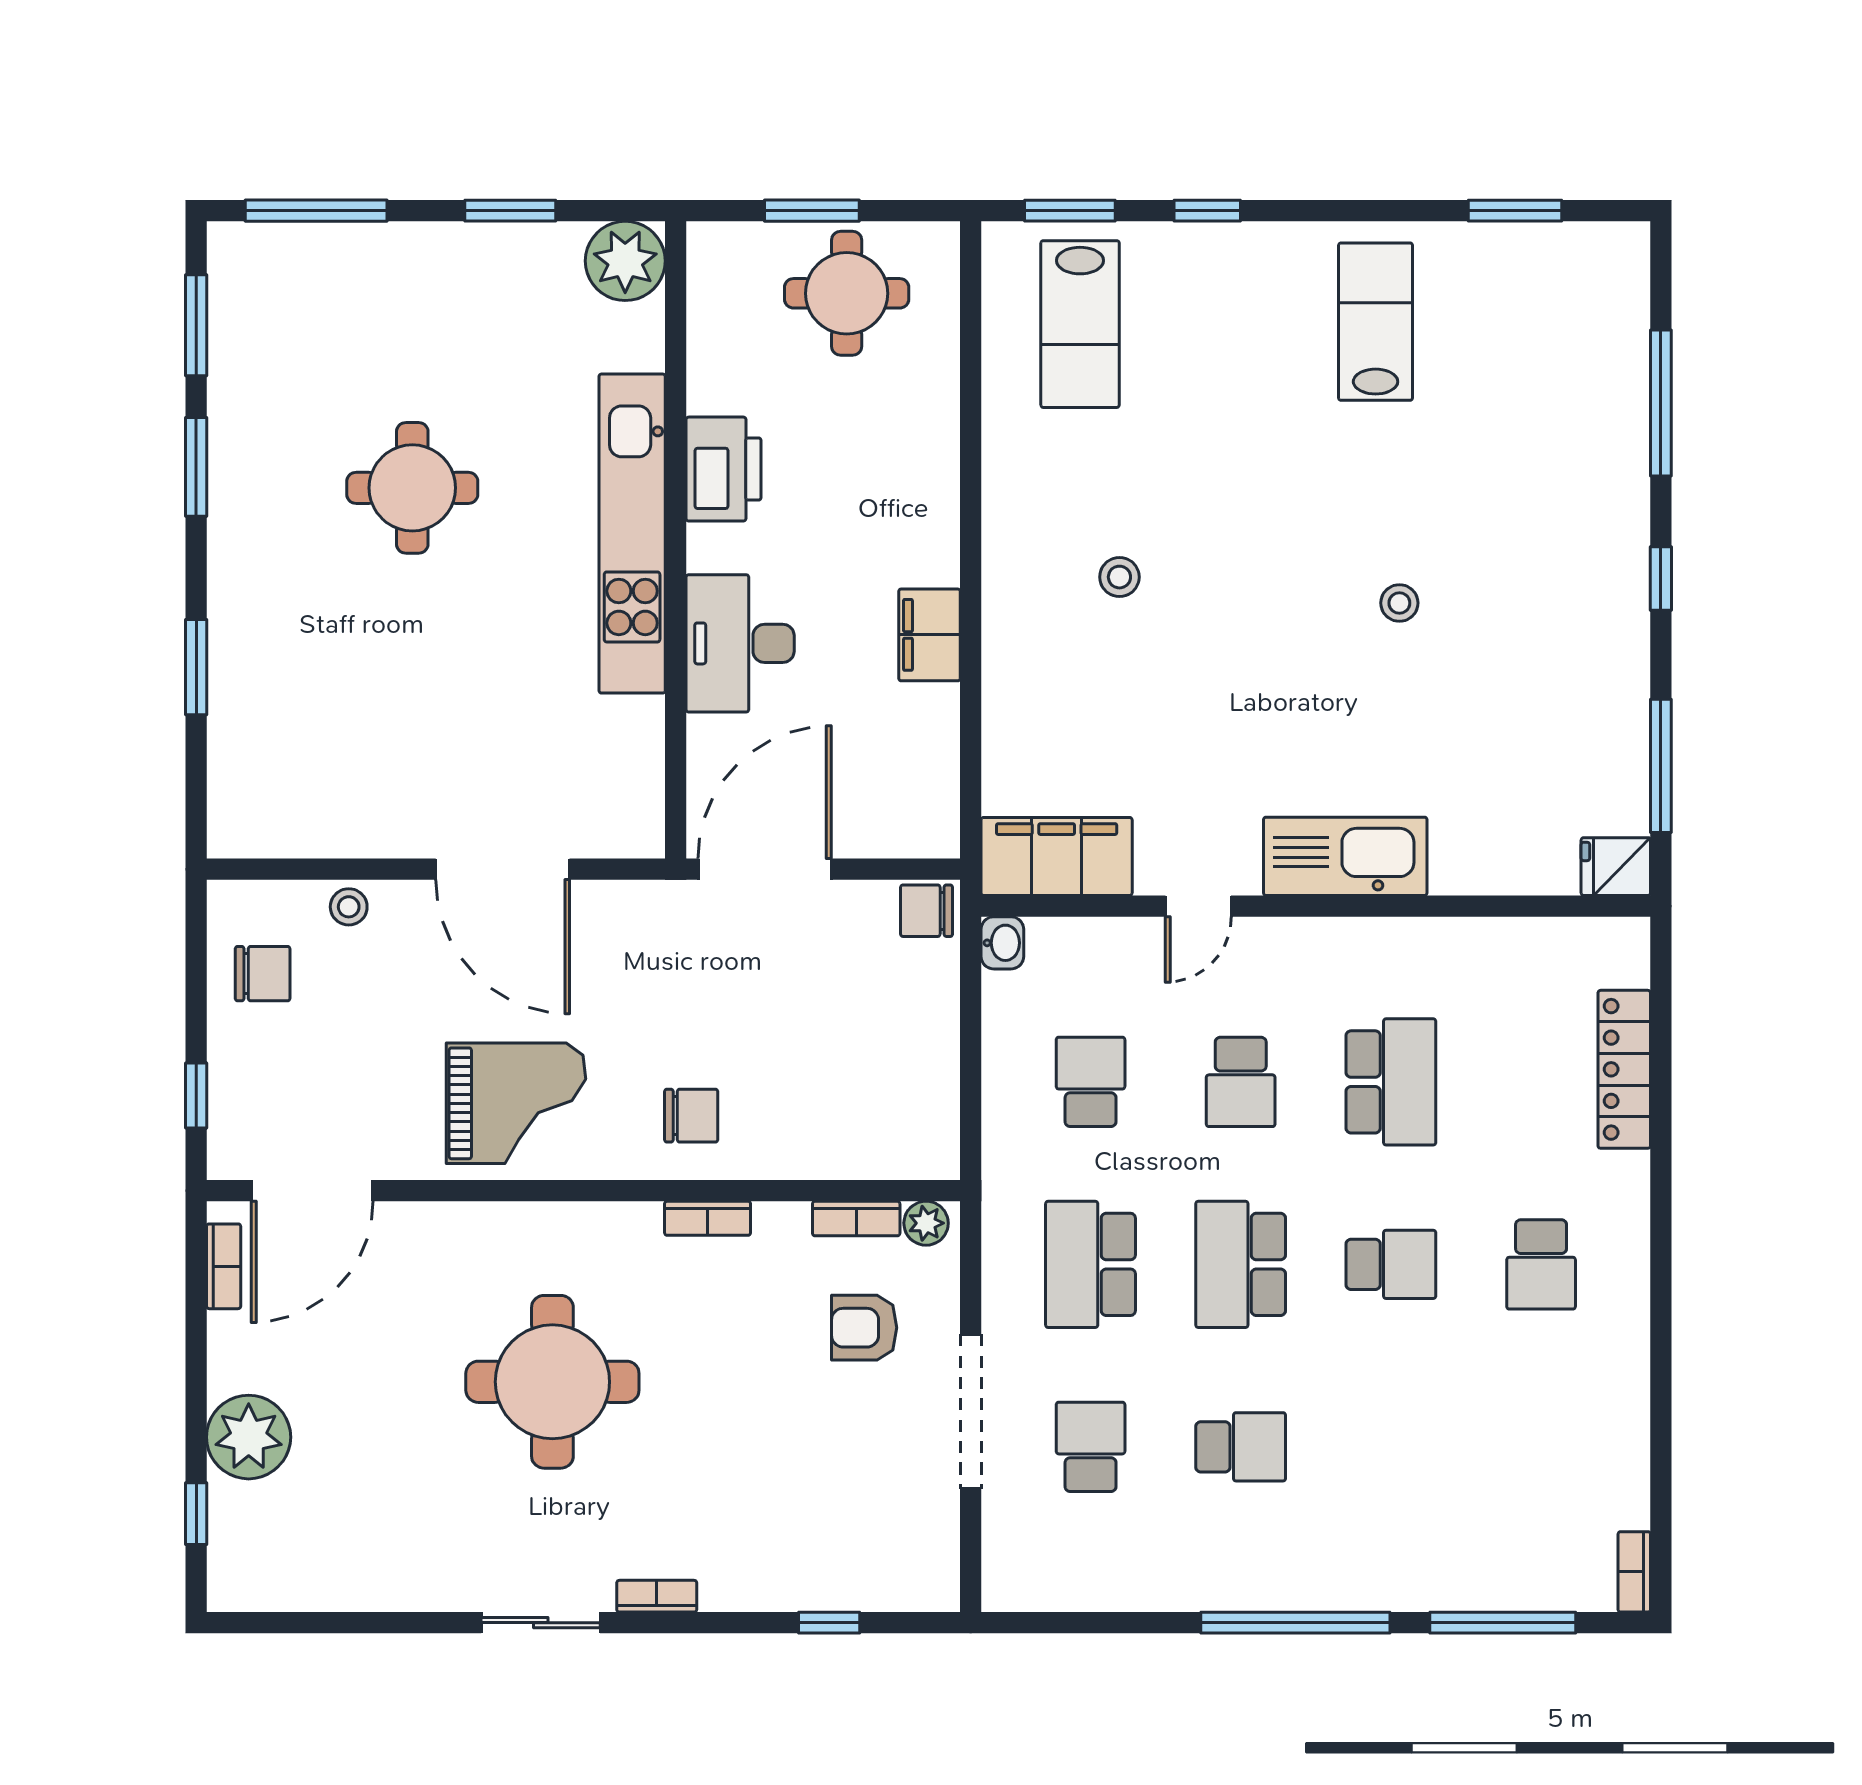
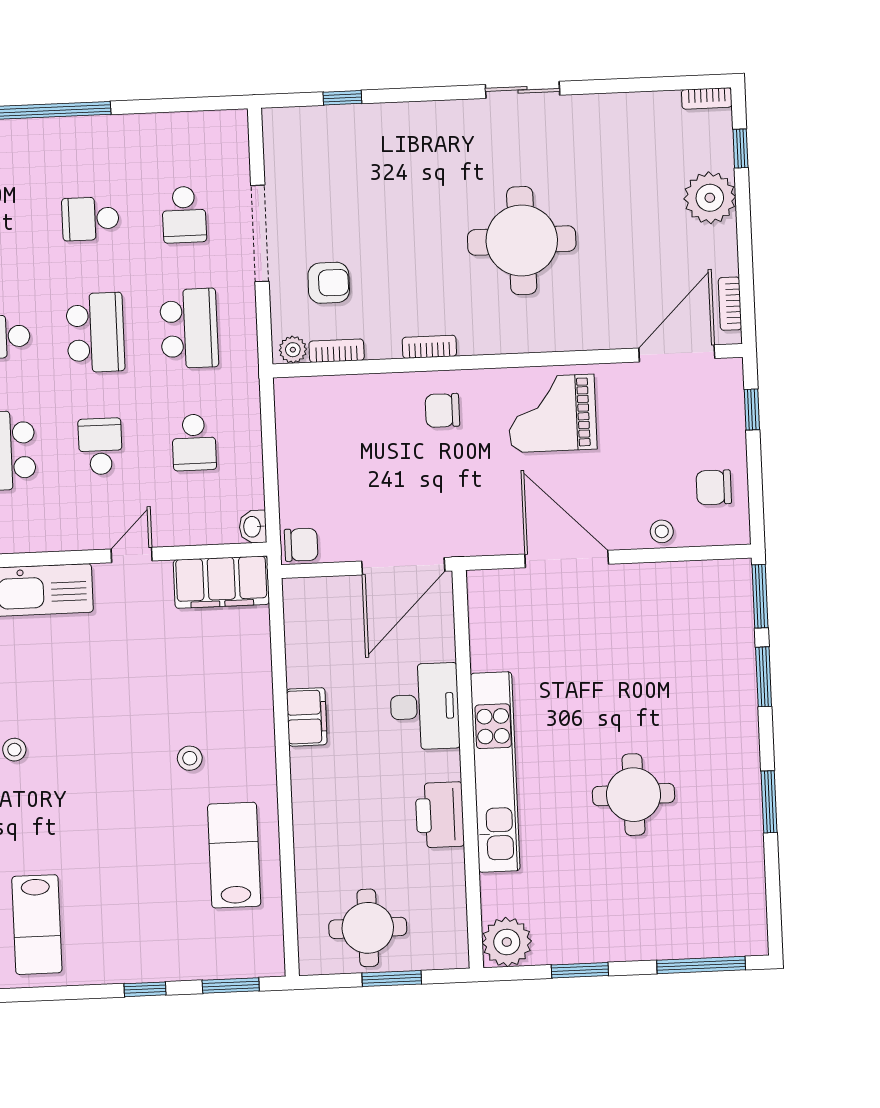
lab bench: (1080, 324) -> (234, 855), moved
window: (196, 325) -> (760, 596), moved
bookcase: (657, 1596) -> (707, 98), moved

